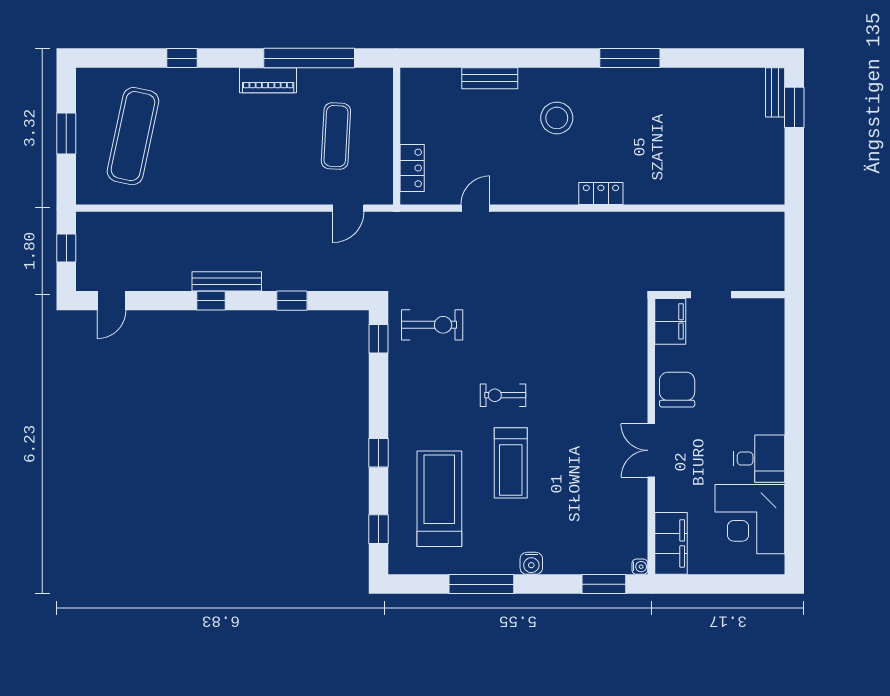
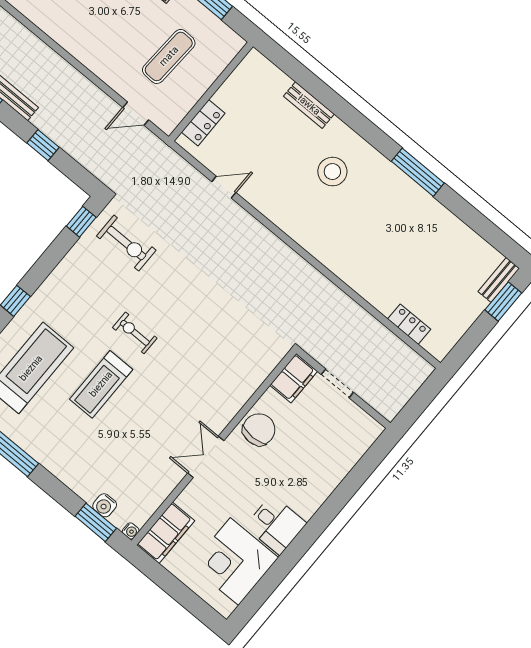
locker: (601, 193) -> (409, 324), moved
water cooler: (531, 563) -> (105, 505), moved

